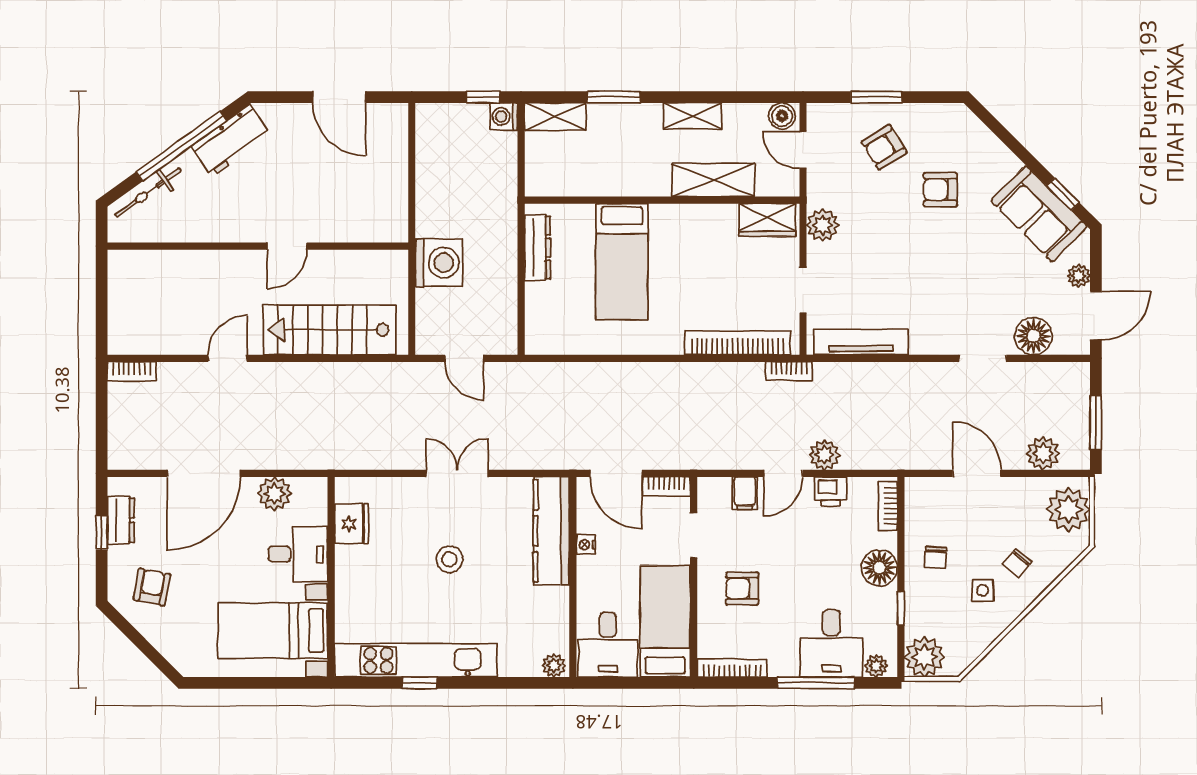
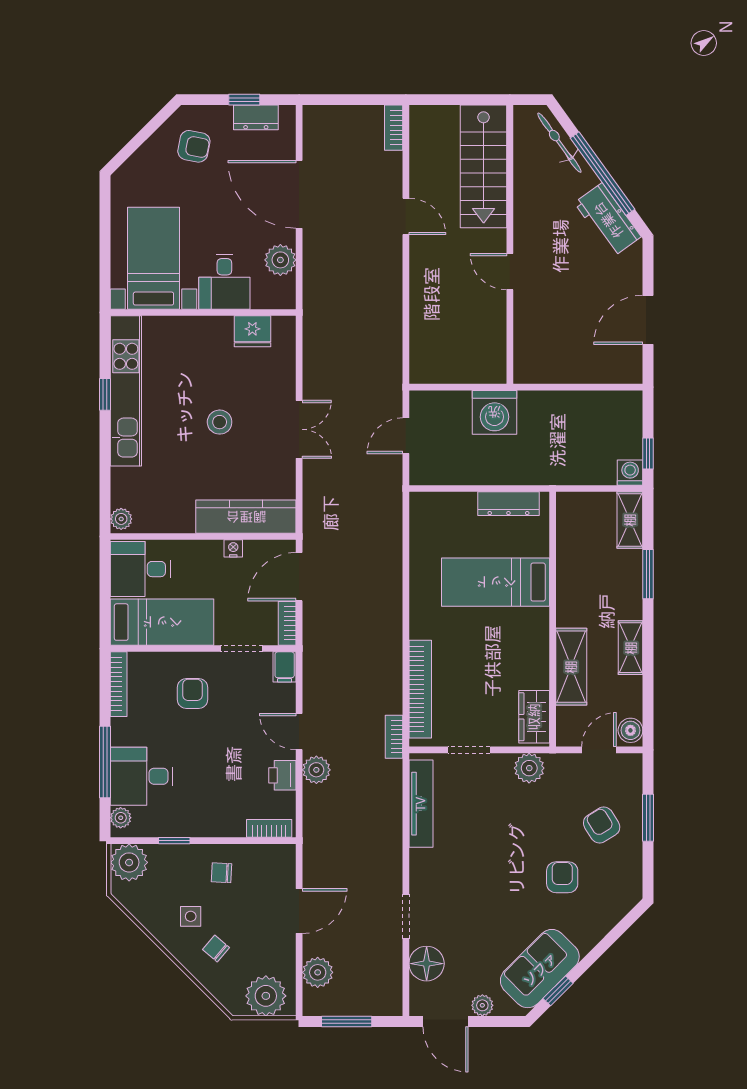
stairs: (330, 330) -> (484, 166), moved, turned 180
filing cabinet: (745, 493) -> (285, 667), moved, turned -90
floor lamp: (879, 568) -> (212, 821), removed

